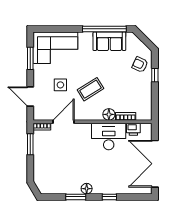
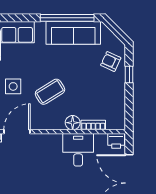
sofa: (109, 41) -> (73, 33), width x1.36
printer: (133, 129) -> (116, 141), moved
desk: (109, 137) -> (78, 150), width x0.73

